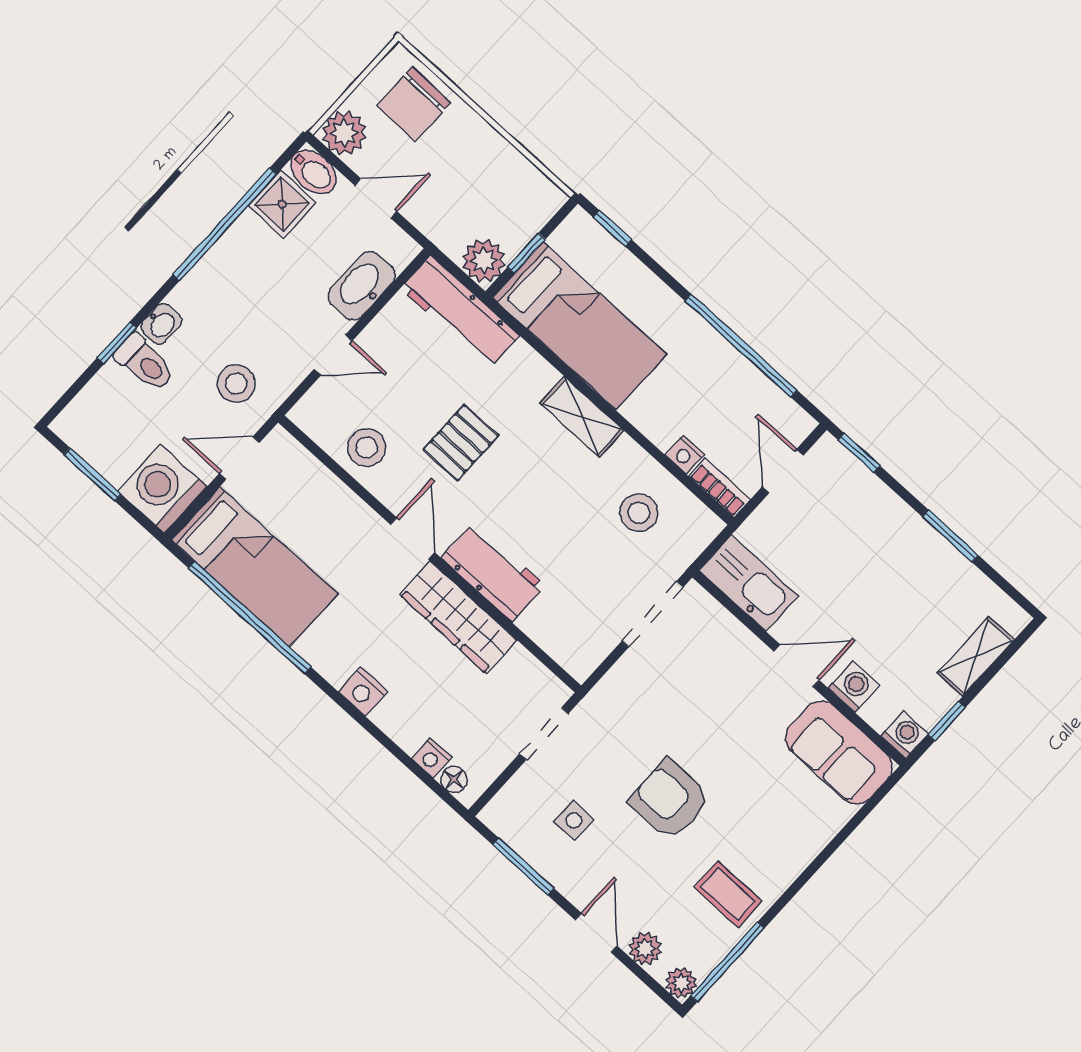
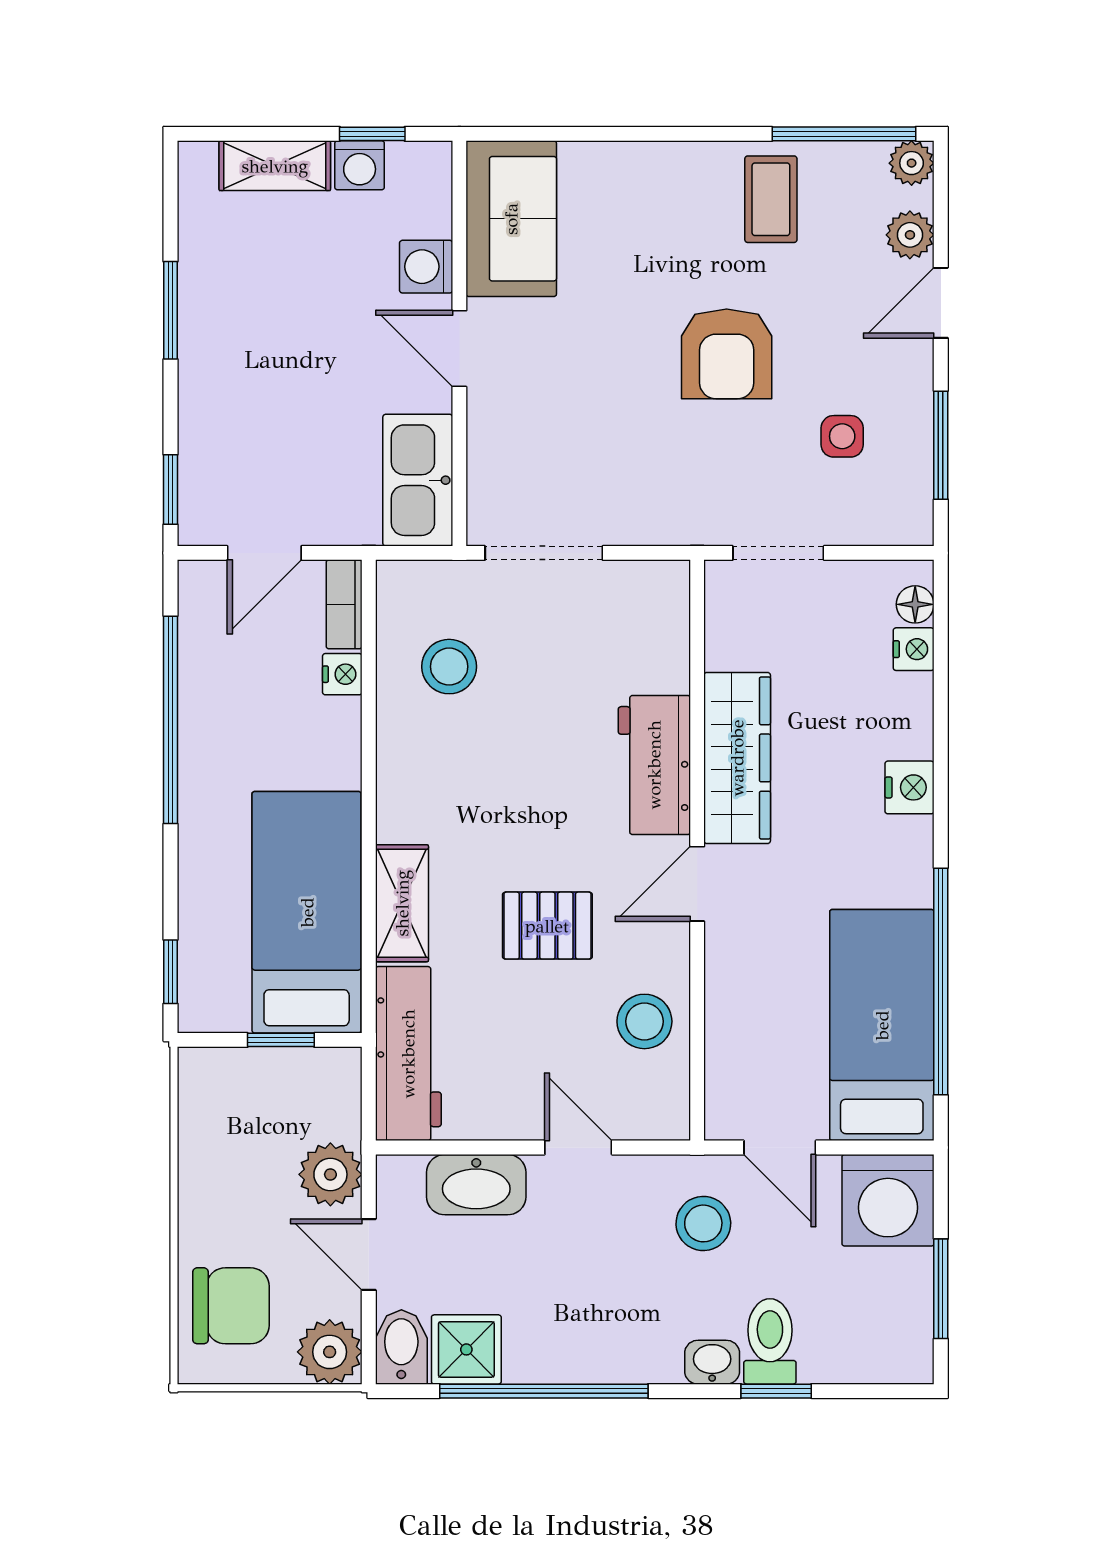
plant: (484, 261) -> (330, 1174), moved
shelving: (582, 417) -> (402, 903), moved
washing machine: (905, 735) -> (360, 165), moved, turned -90

